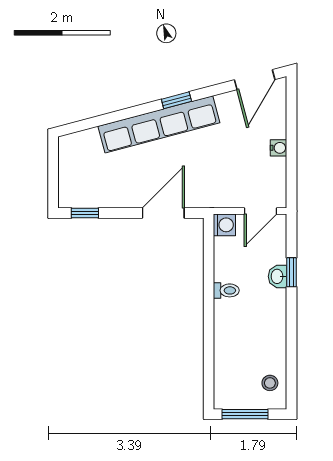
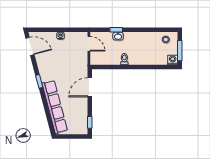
row of seats: (159, 124) -> (55, 107), moved
door: (163, 213) -> (90, 87), hinge flipped
washing machine: (224, 225) -> (173, 60), moved

